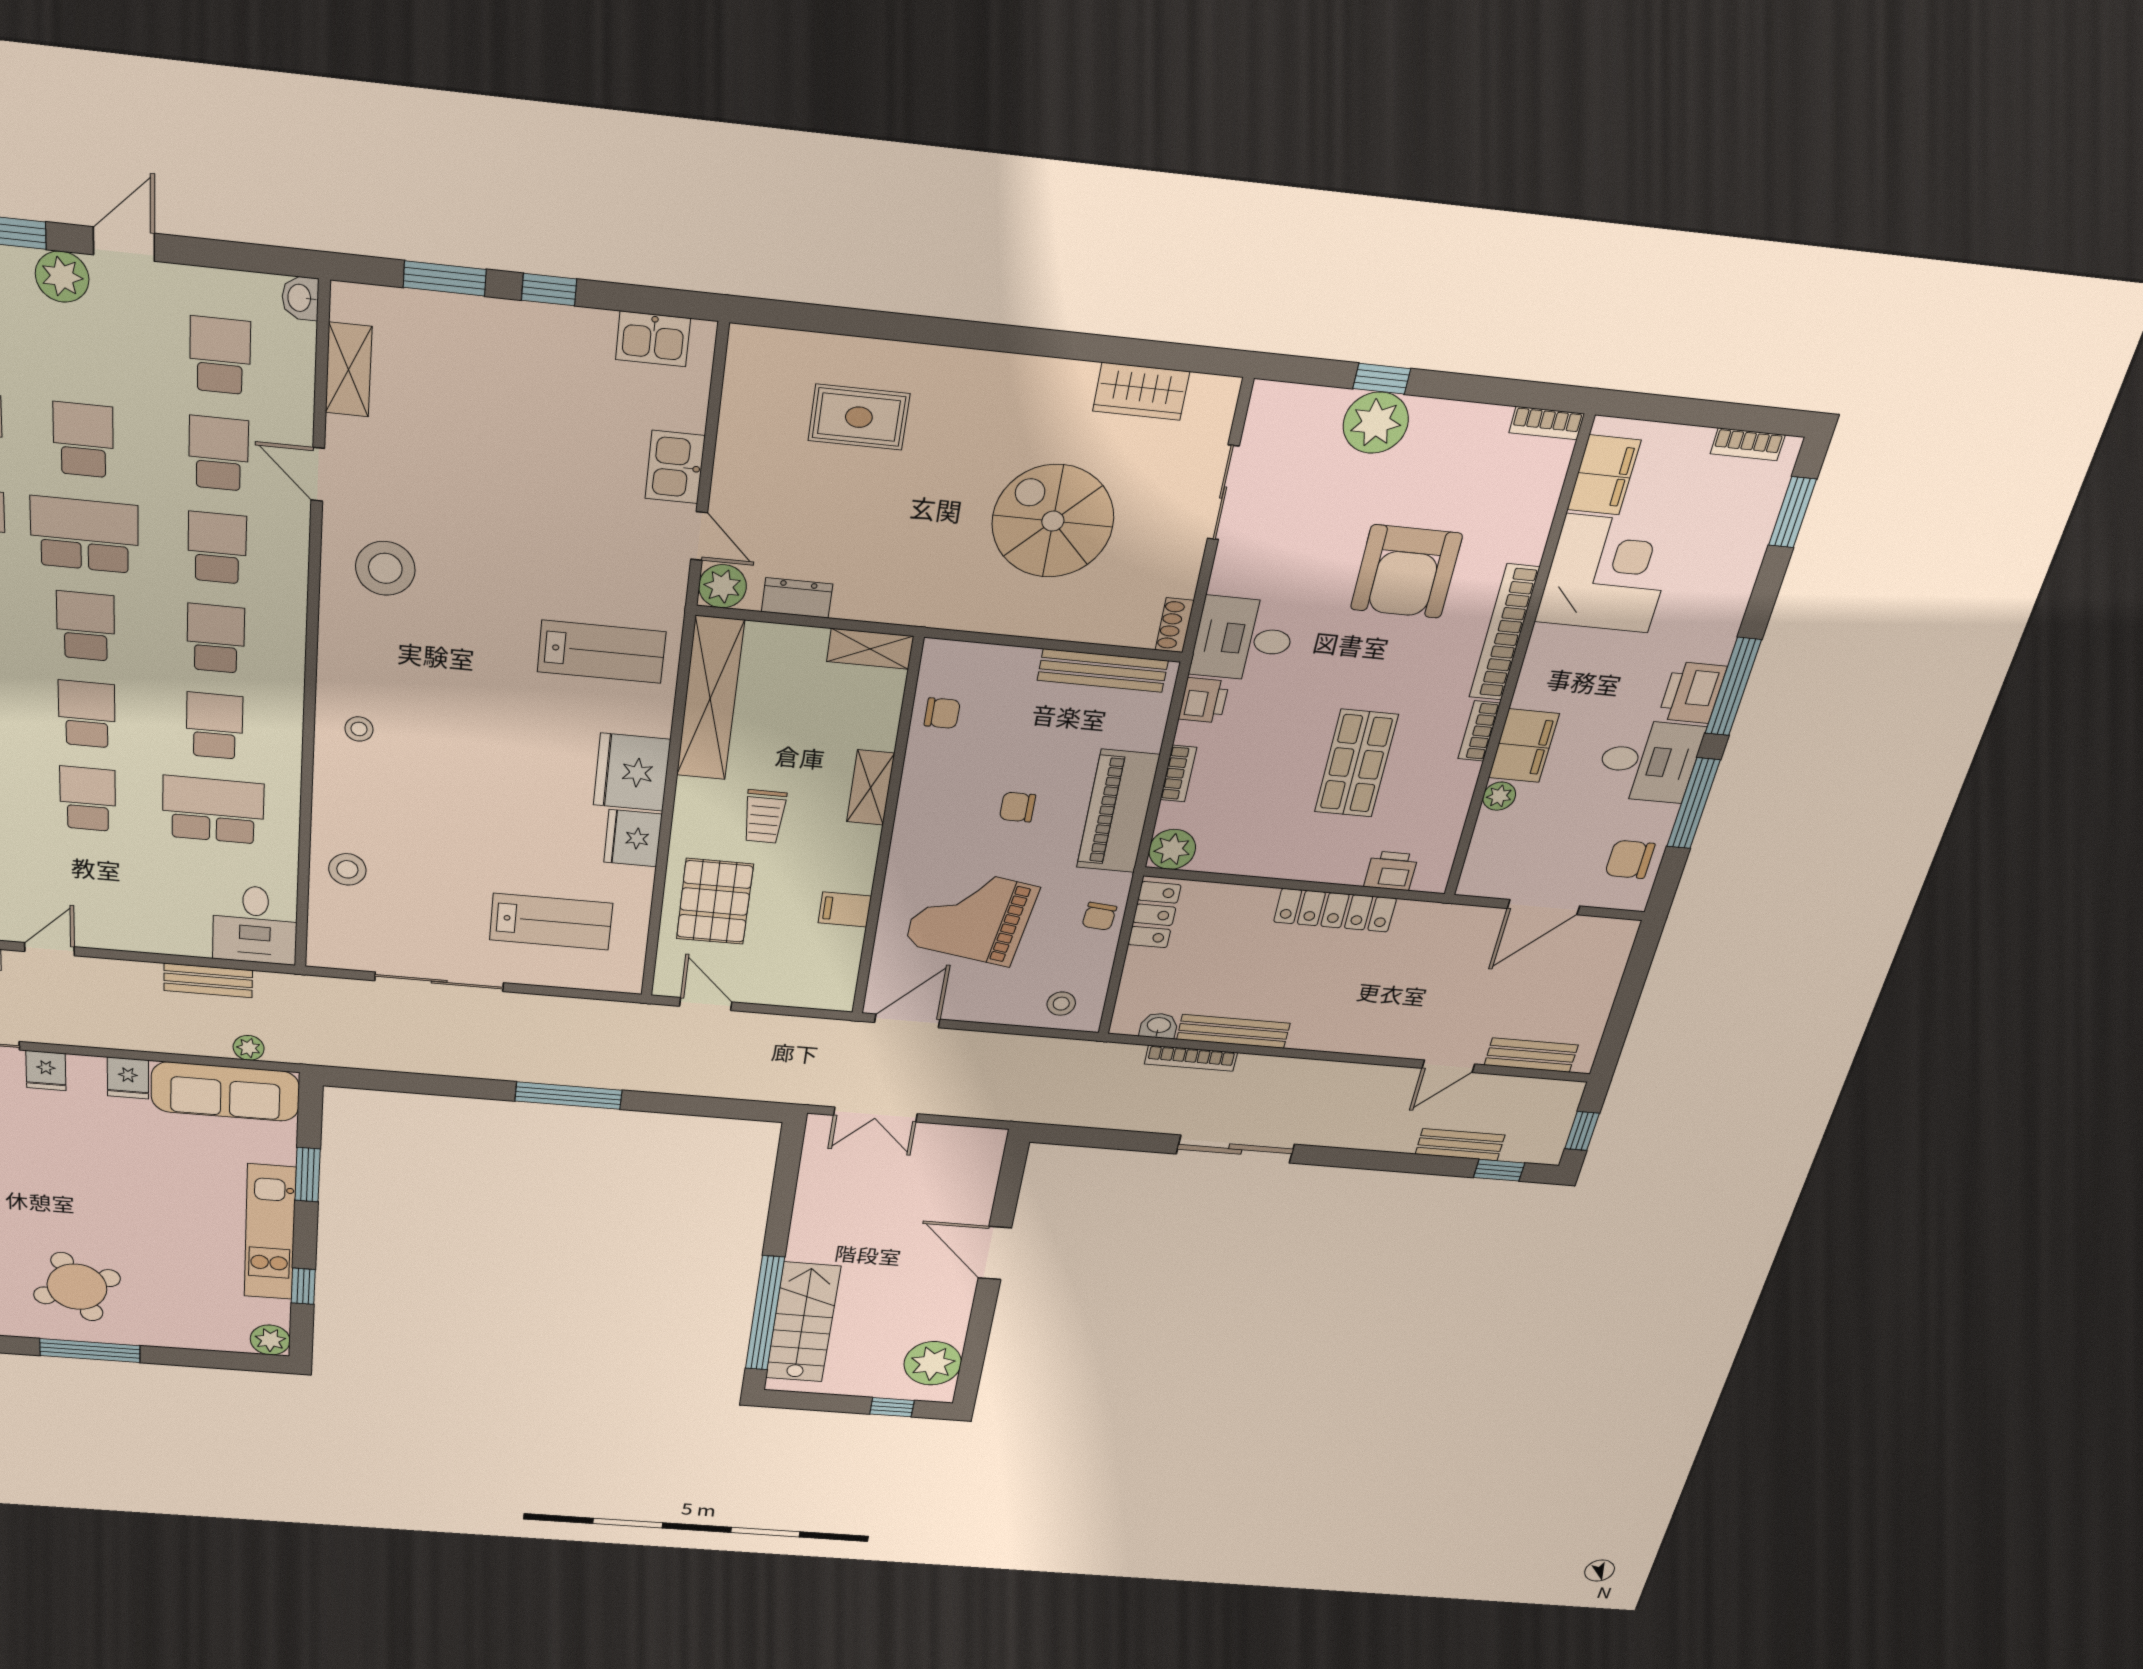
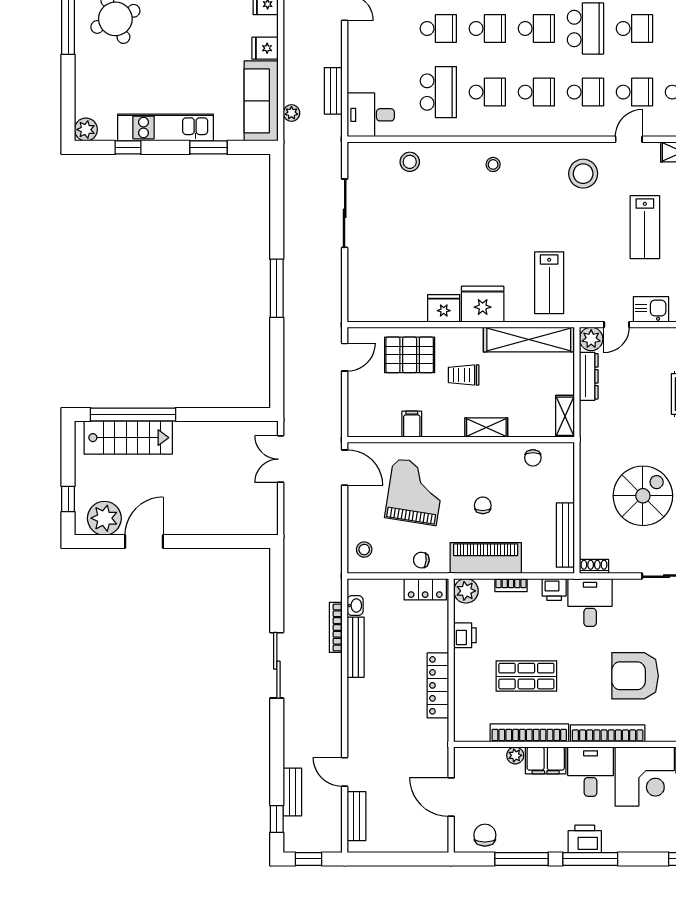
dresser: (797, 598) -> (589, 376), width x1.44
bookcase: (1479, 731) -> (529, 733), width x2.31, depth x1.31
desk: (1648, 761) -> (591, 772), moved, turned 180
printer: (1391, 871) -> (465, 635), moved
lab bench: (551, 922) -> (645, 227), moved
door: (995, 1253) -> (144, 542), moved

